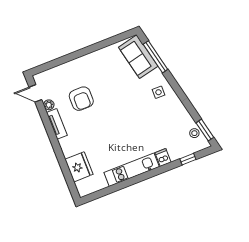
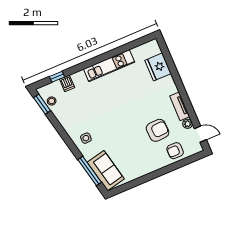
armchair: (63, 76) -> (175, 151), added
armchair: (81, 99) -> (158, 130), turned 87
dishwasher: (163, 157) -> (67, 83), moved

